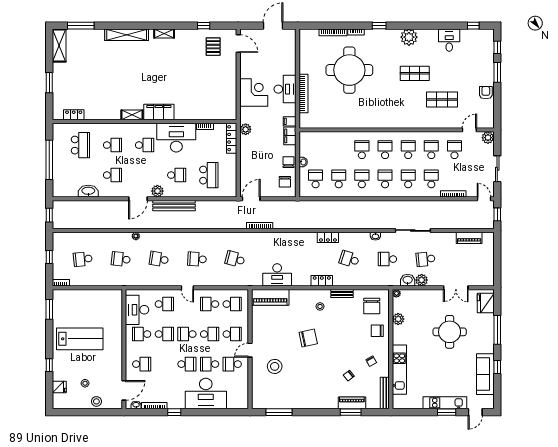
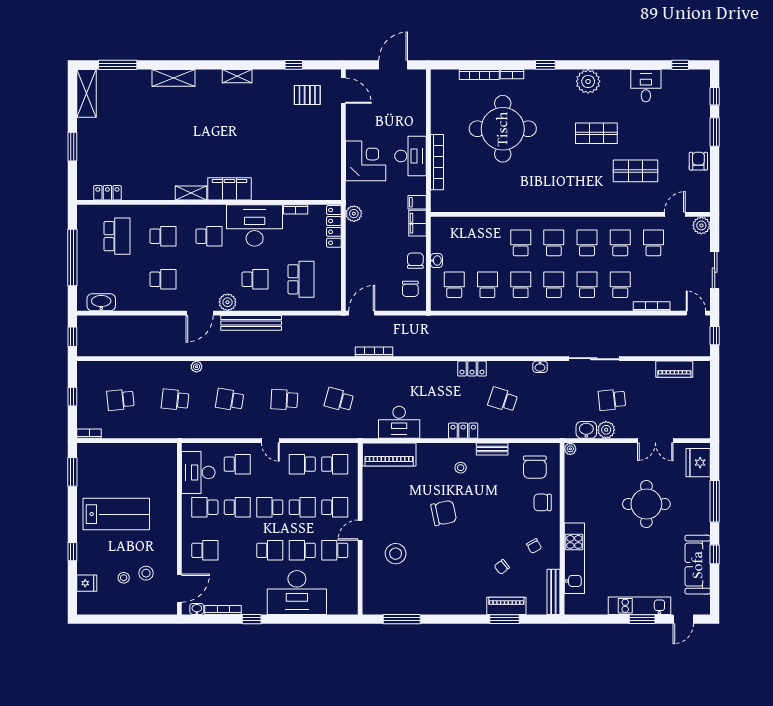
shelving: (127, 35) -> (173, 78), width x0.68
pallet: (213, 47) -> (307, 95), turned 90
washbasin: (88, 191) -> (101, 302), moved
school desk: (387, 259) -> (557, 400), removed
plant: (398, 319) -> (573, 486), removed
stool: (96, 401) -> (146, 573), moved

